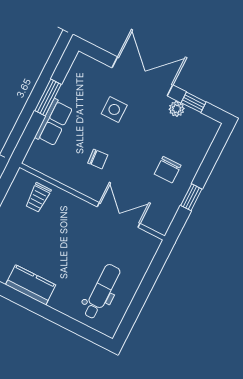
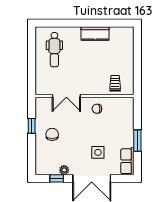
row of seats: (54, 123) -> (127, 161), moved
chair: (98, 159) -> (97, 109), moved

